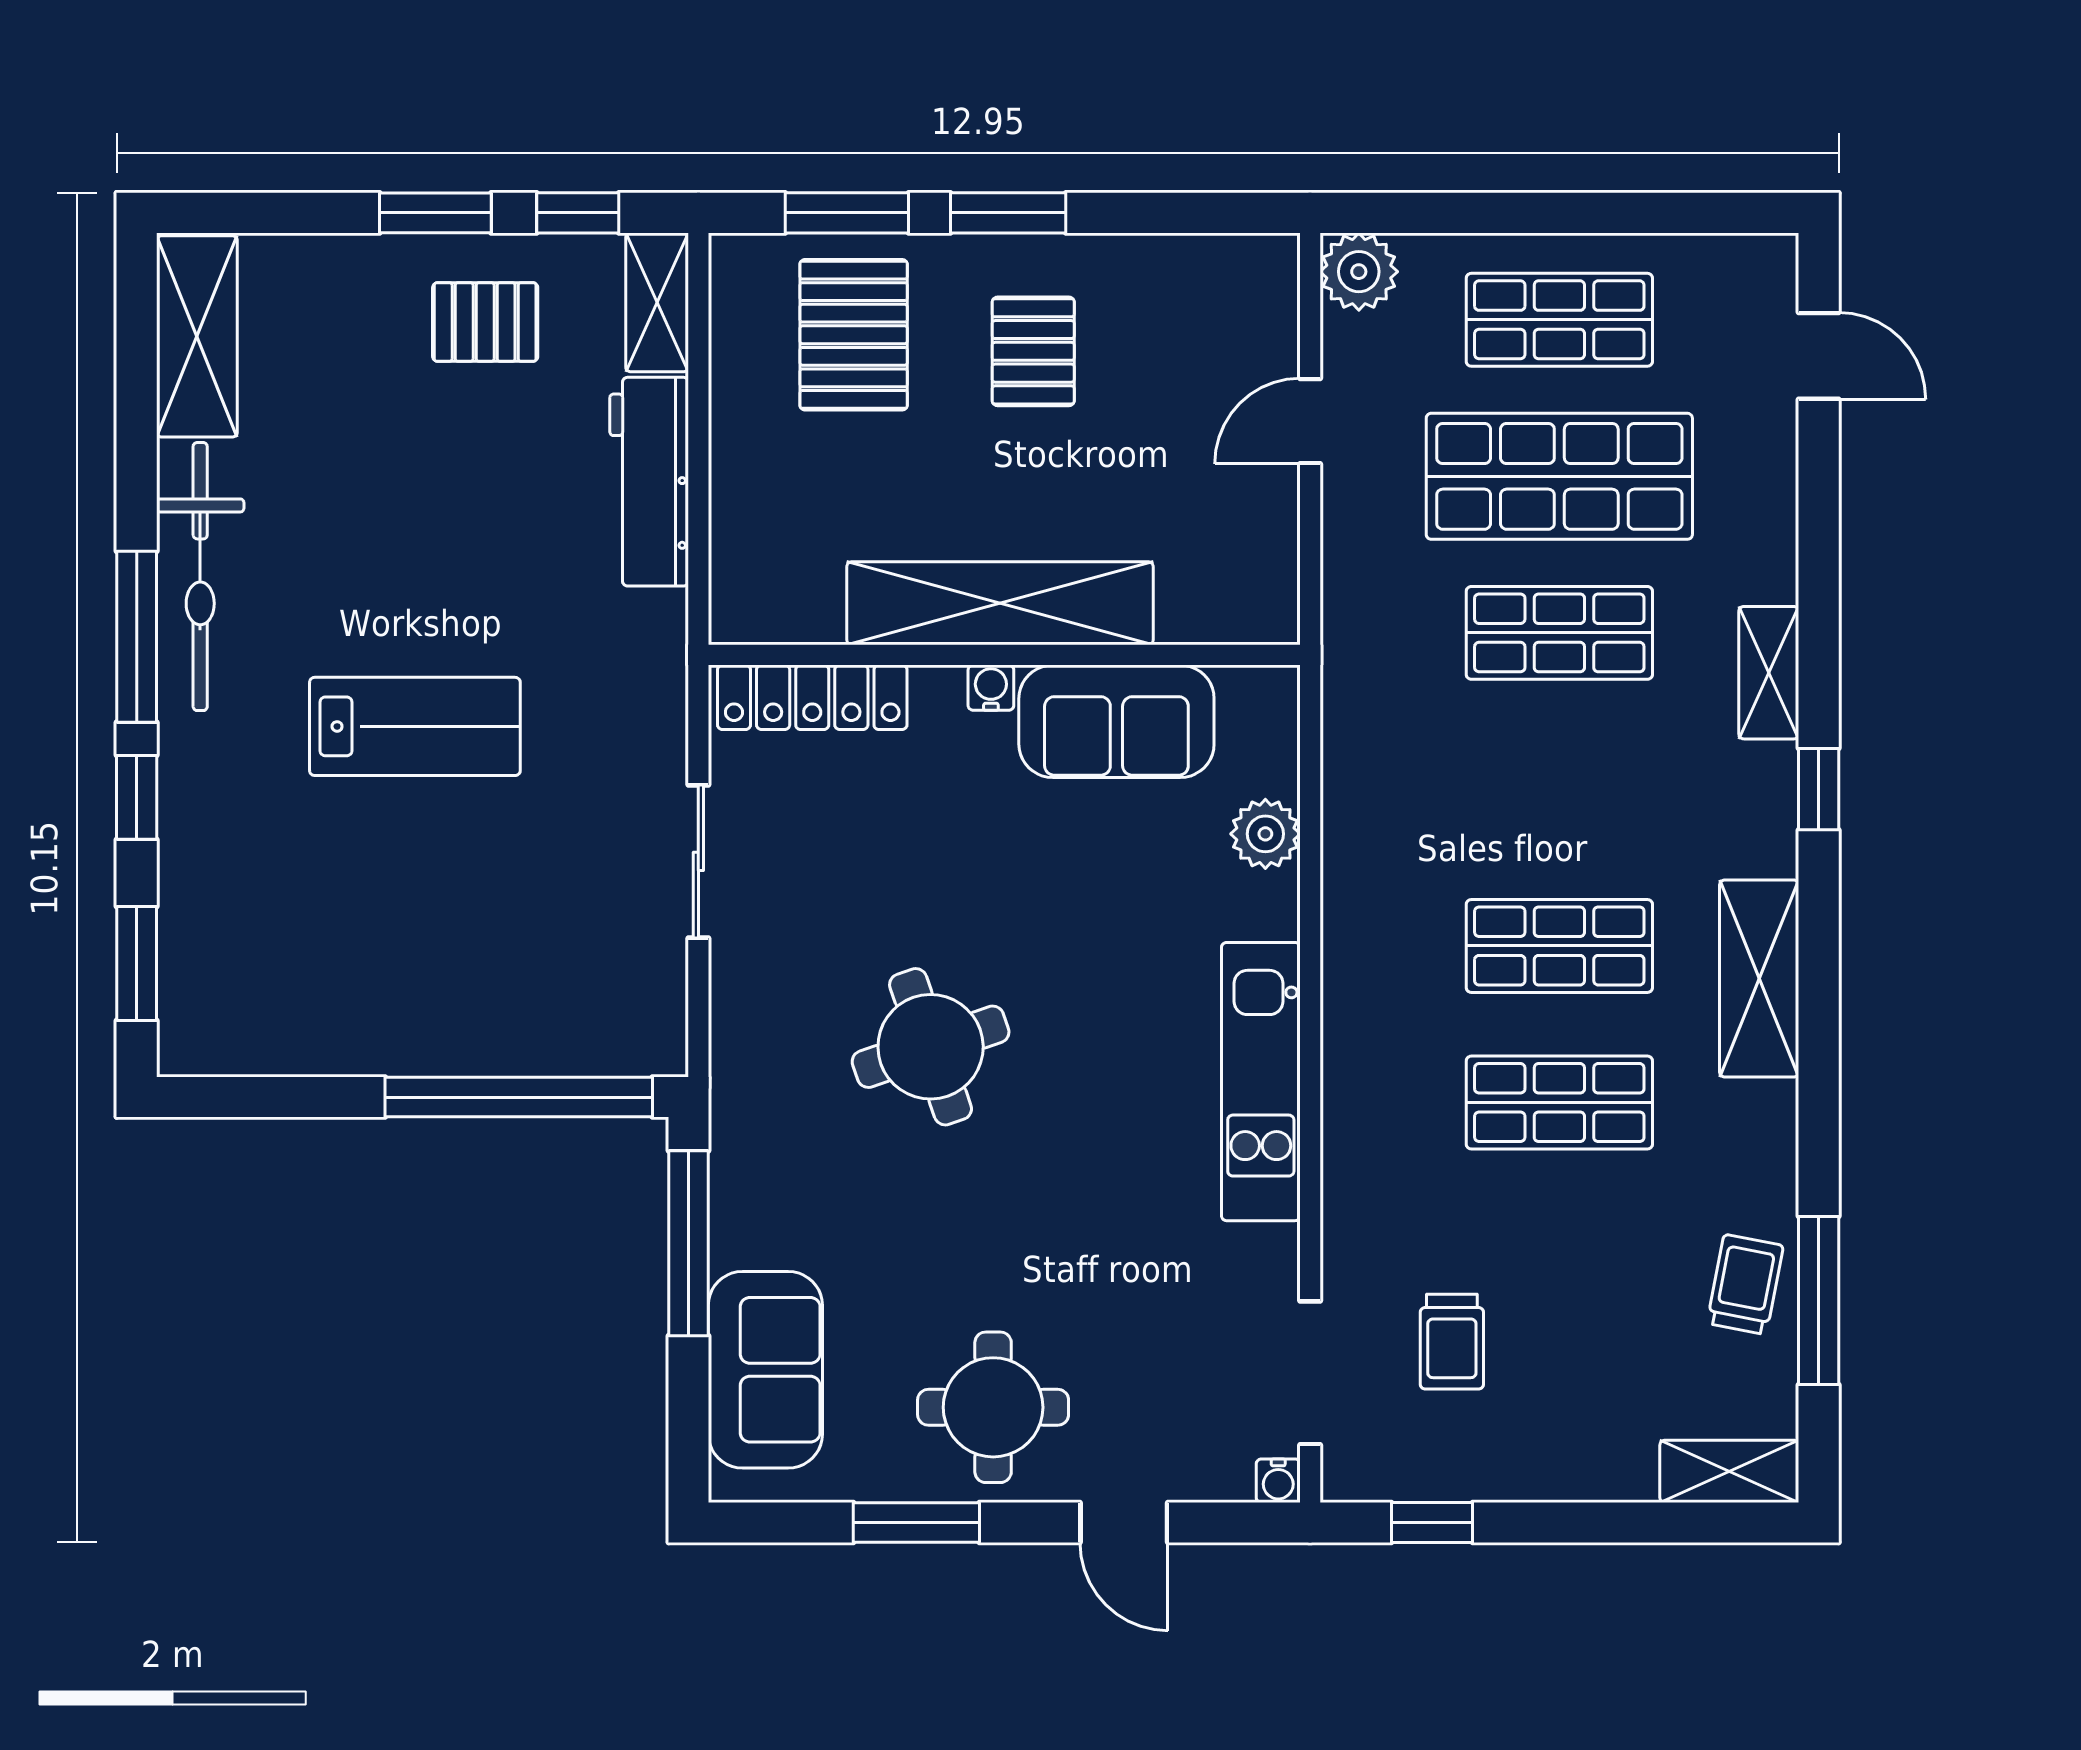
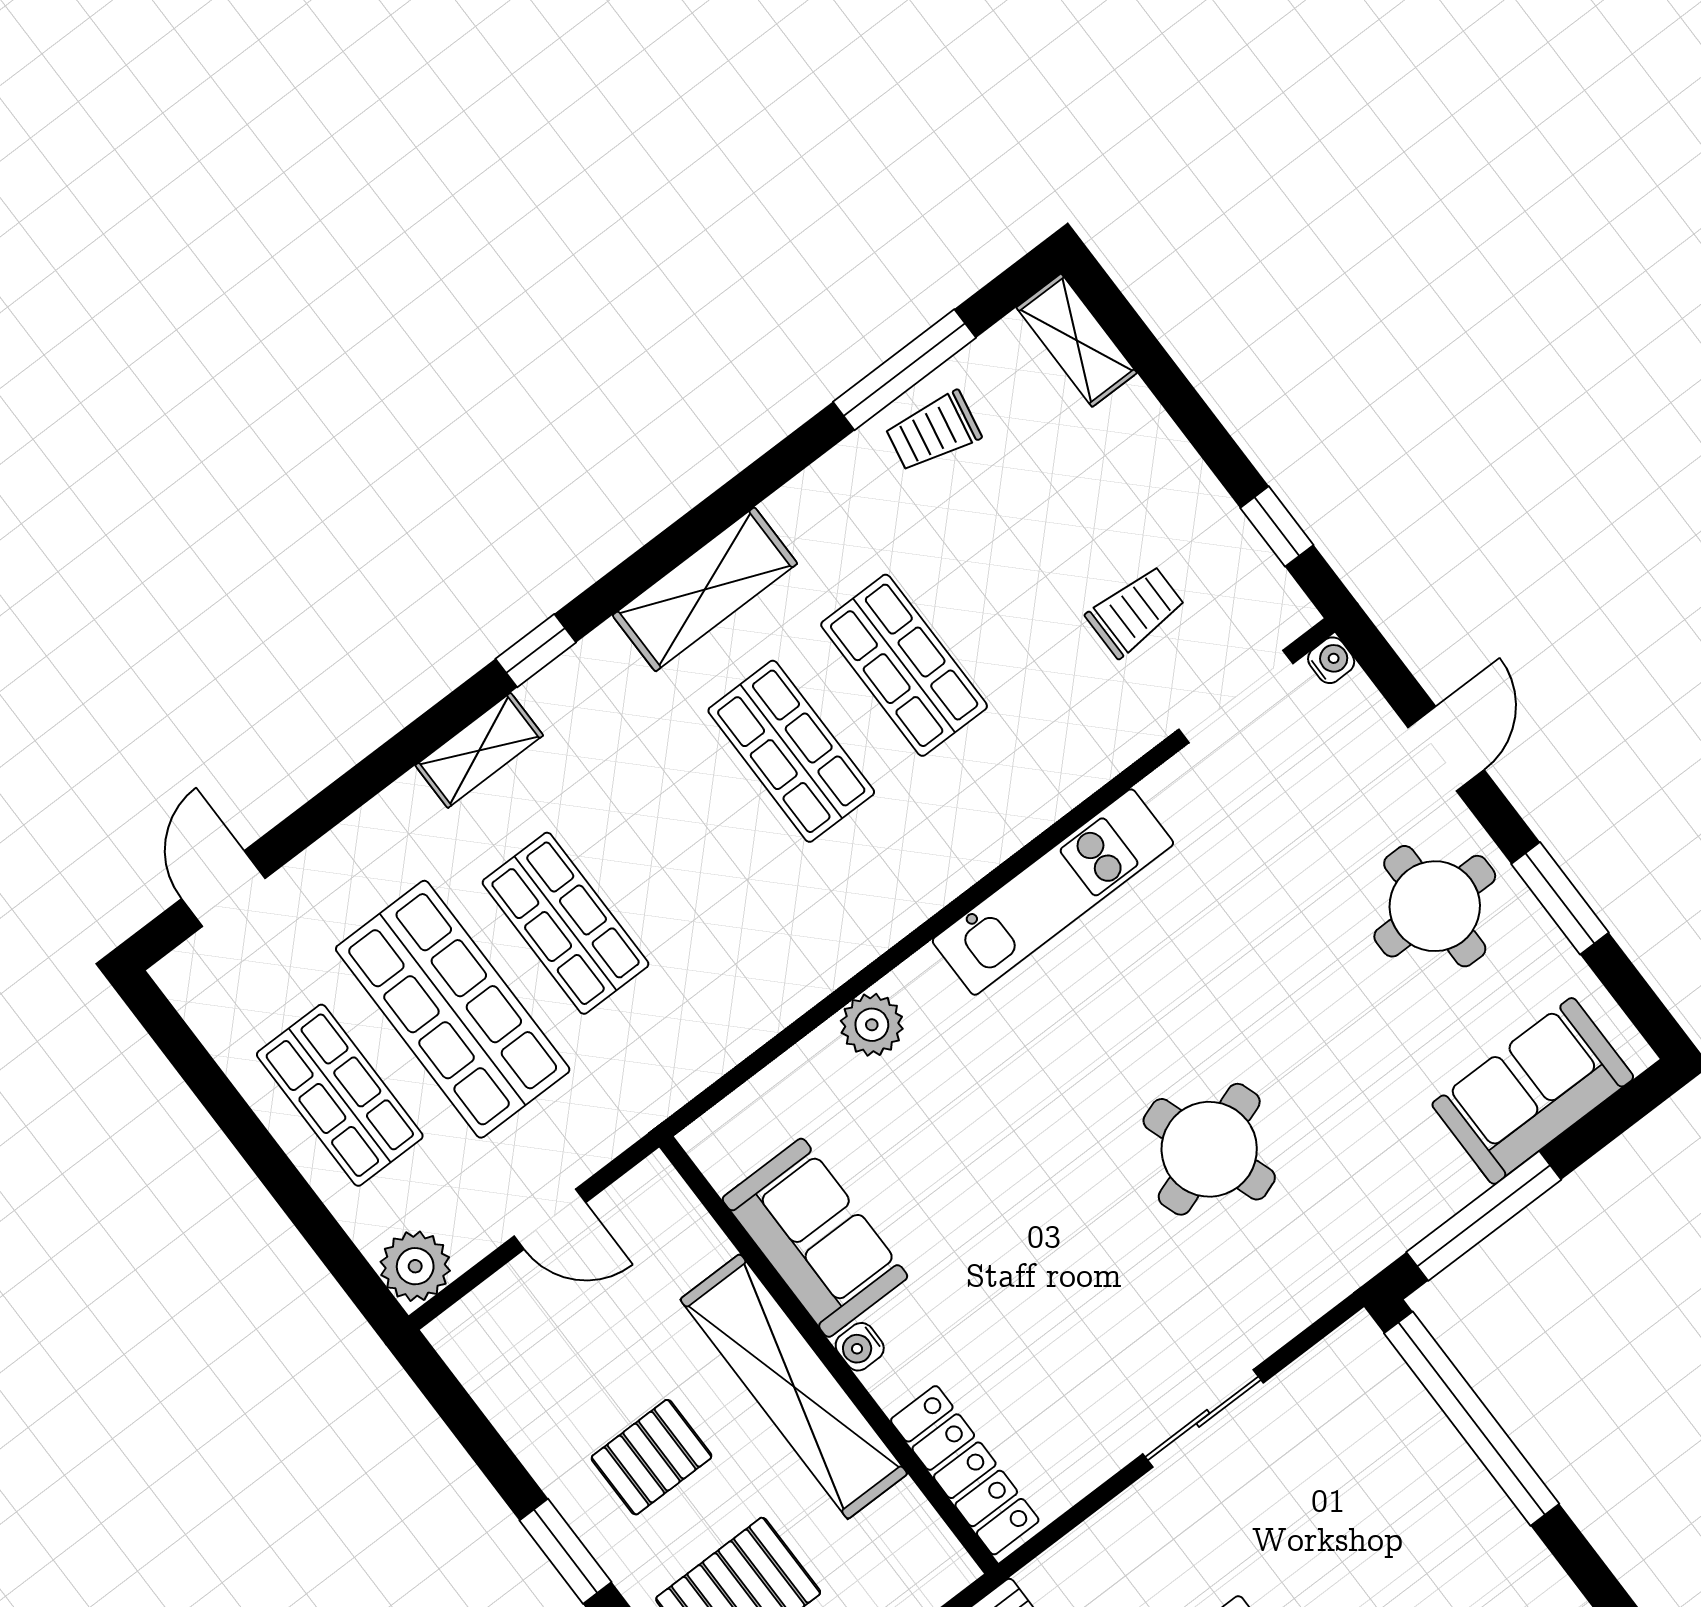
shelving: (1000, 603) -> (794, 1387), moved
wall: (1004, 655) -> (829, 1355), moved
water cooler: (991, 688) -> (860, 1347), moved
locker: (812, 697) -> (965, 1470), moved
sofa: (1116, 721) -> (815, 1238), moved

